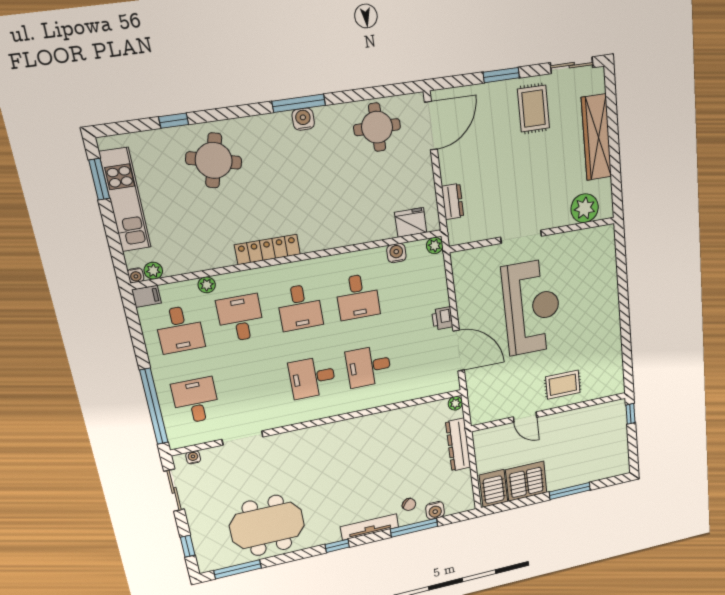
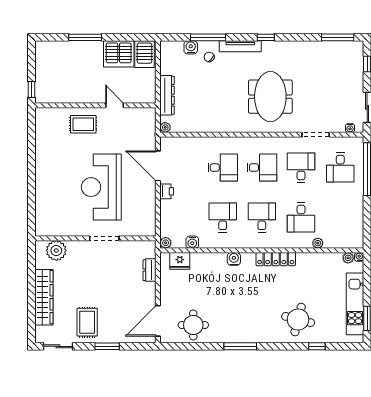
water cooler: (303, 119) -> (234, 259), moved, turned 180
filing cabinet: (146, 296) -> (356, 242), removed
desk: (180, 329) -> (301, 168), moved
meeting table: (267, 525) -> (270, 97), moved, turned 90

